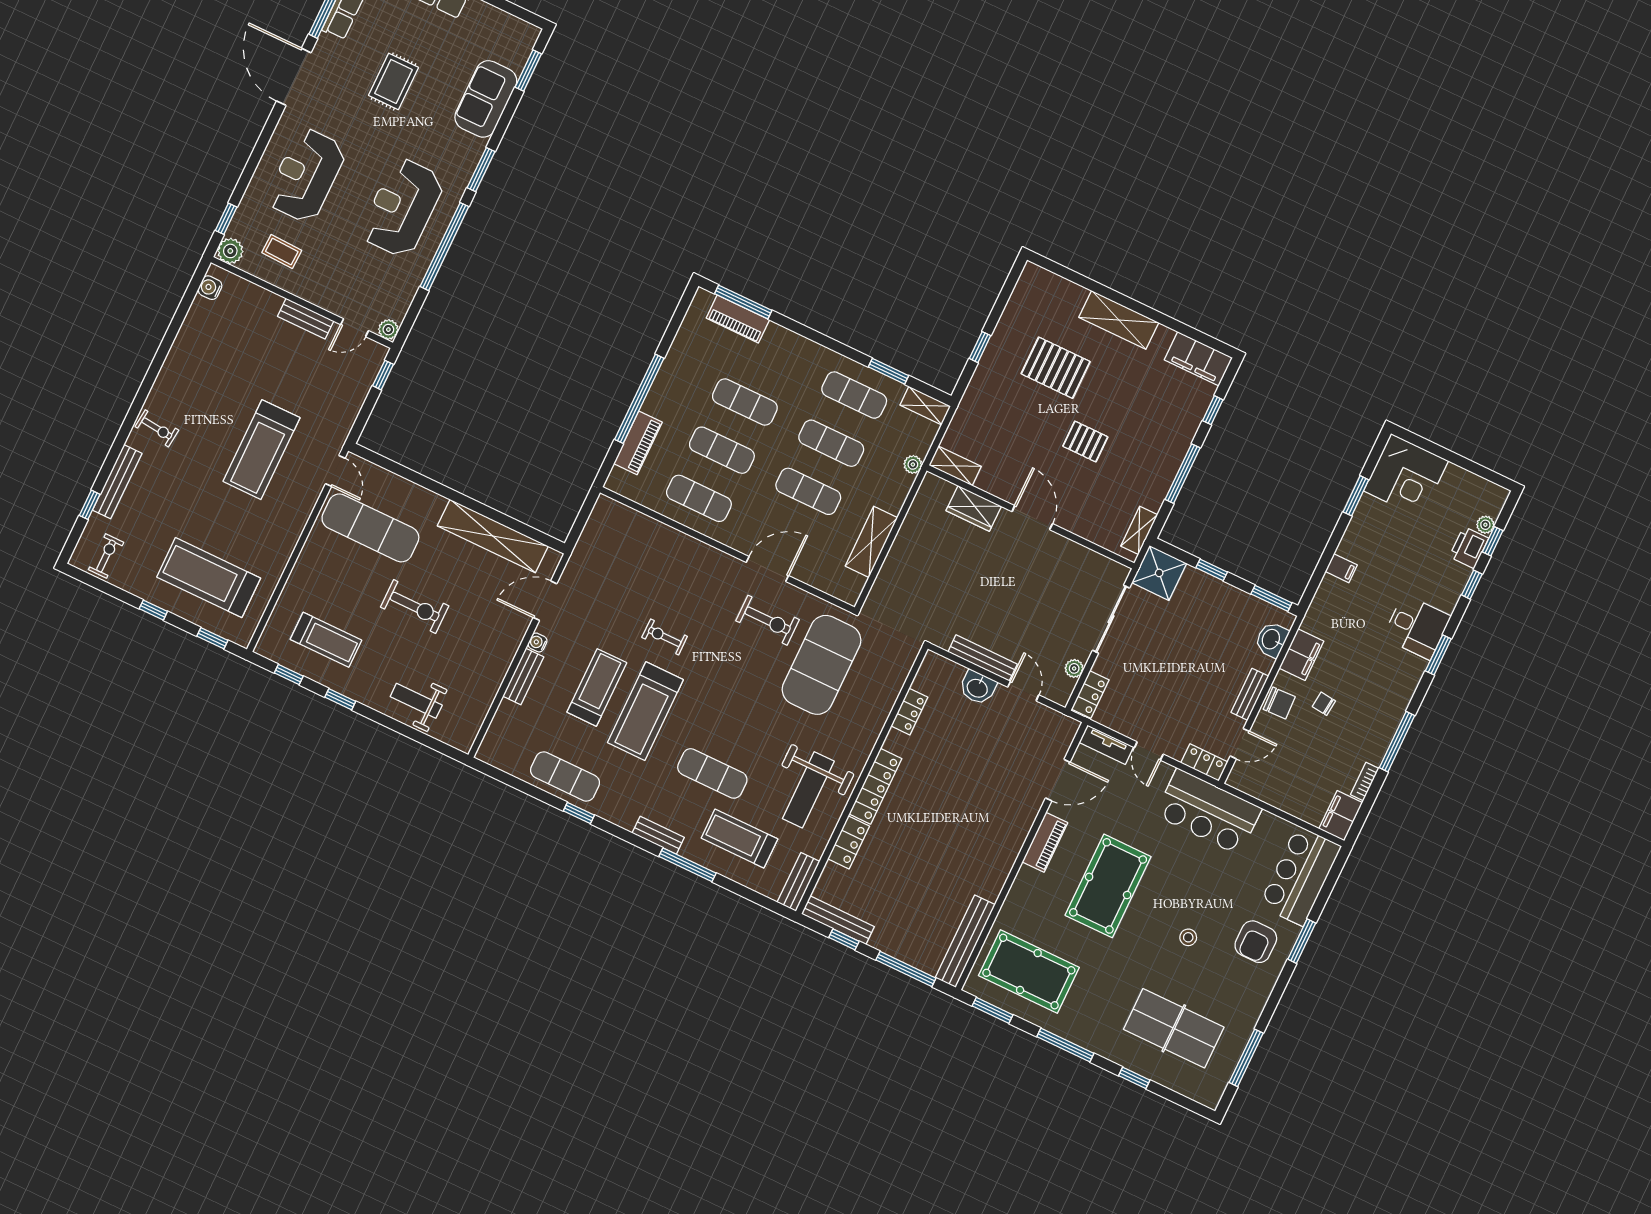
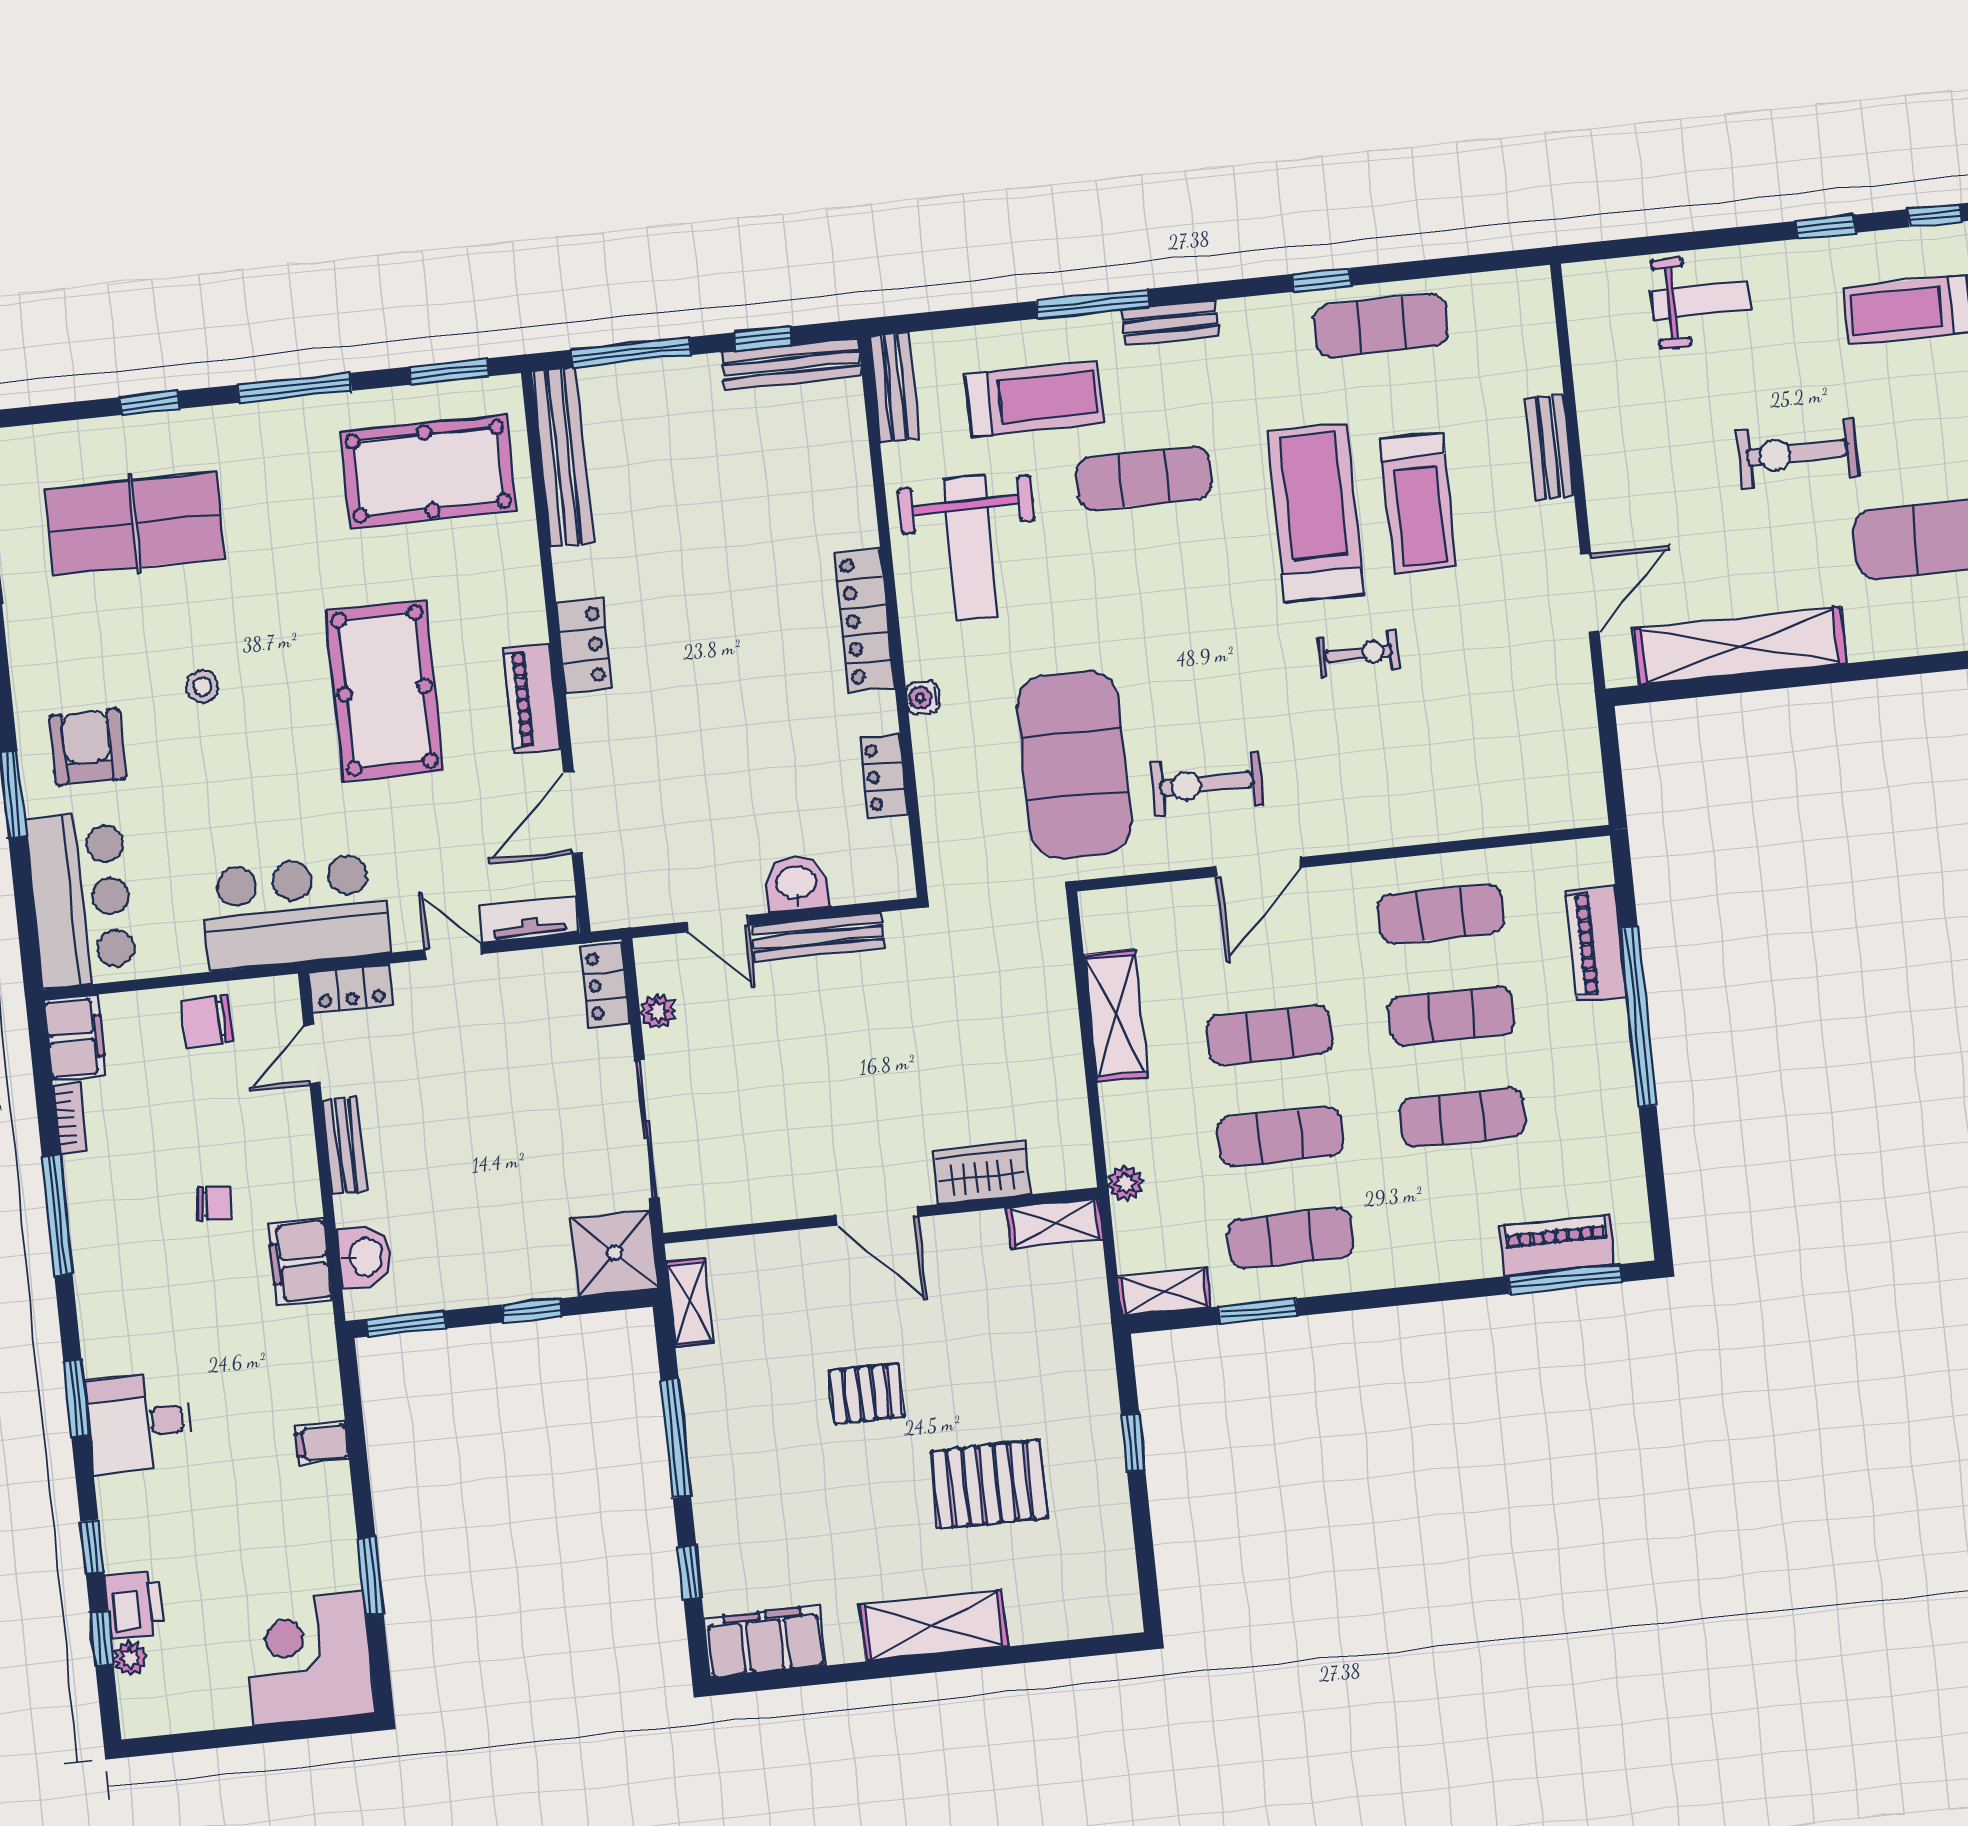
water cooler: (537, 642) -> (923, 698), moved, turned 180
chair: (1279, 703) -> (207, 1021), moved
weight bench: (808, 790) -> (971, 547), turned 180
locker: (849, 842) -> (584, 646), moved, turned 180

